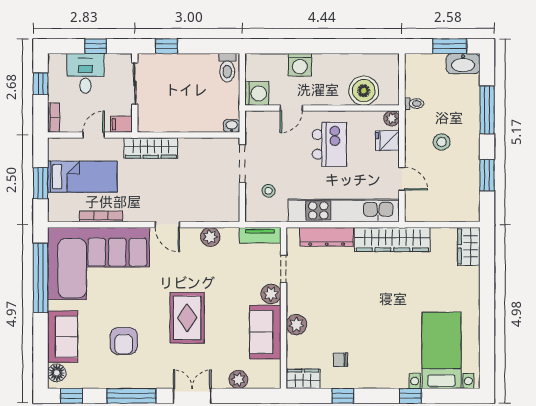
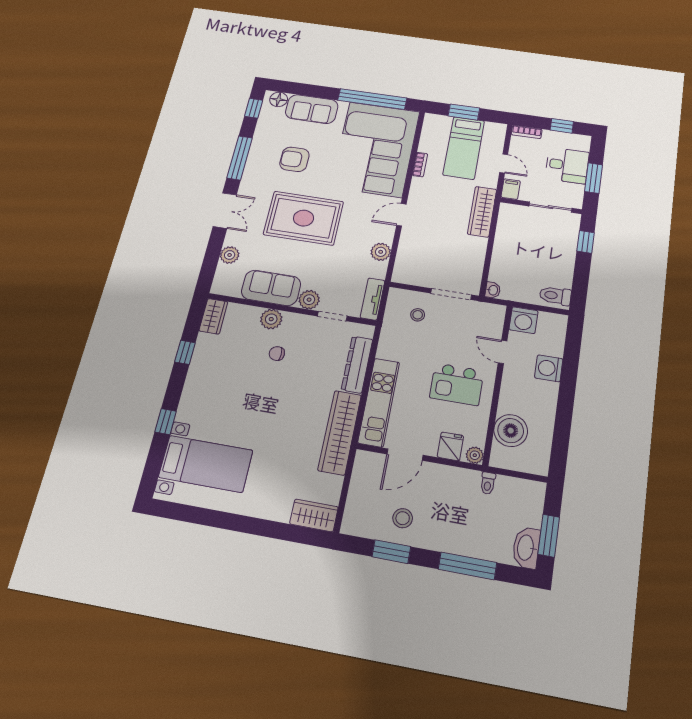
window: (95, 46) -> (594, 178), width x1.50
stool: (442, 142) -> (403, 518), moved
door: (402, 179) -> (405, 455), width x1.38
kitchen unit: (344, 210) -> (379, 402), width x0.73
bookcase: (101, 216) -> (420, 165), width x0.64
rug: (187, 318) -> (304, 218), width x1.37, depth x1.44
chair: (340, 360) -> (277, 354), moved, turned -90

